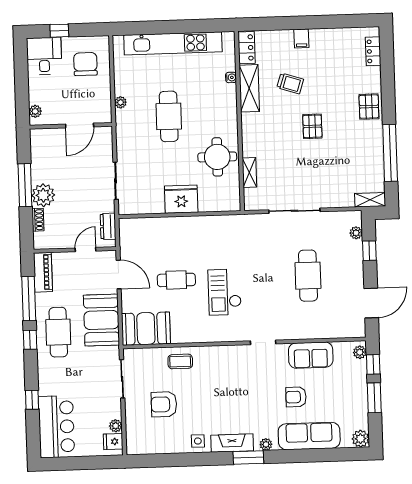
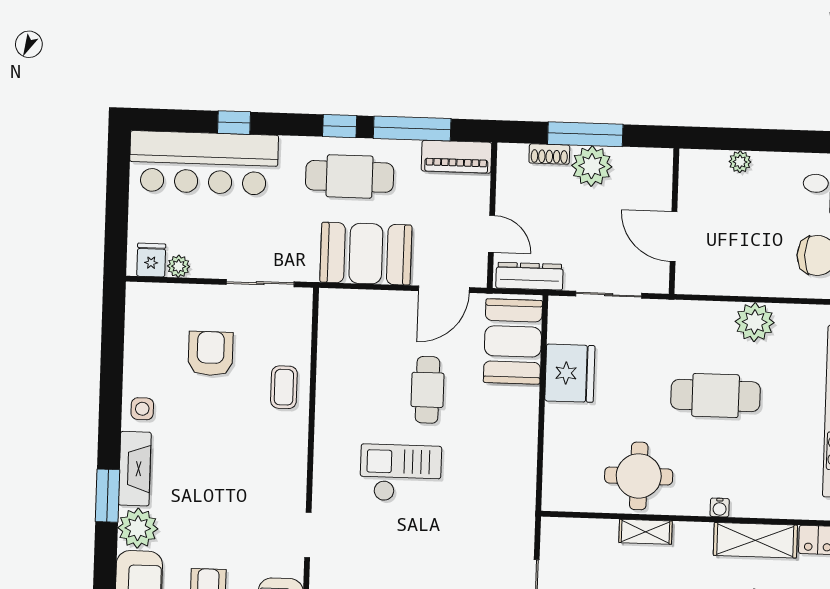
water cooler: (231, 77) -> (720, 508), moved
plant: (121, 102) -> (755, 322), width x1.87, depth x1.87
wall: (71, 126) -> (674, 221), moved
door: (80, 126) -> (673, 237), moved
shelving: (249, 172) -> (645, 532), moved
window: (25, 185) -> (585, 134), moved
fridge: (181, 199) -> (570, 373), moved
dresser: (108, 226) -> (530, 276), width x1.44
booth: (146, 329) -> (513, 341), moved
bar counter: (56, 427) -> (204, 163), width x1.36
plant: (266, 444) -> (138, 528), width x1.88, depth x1.88

